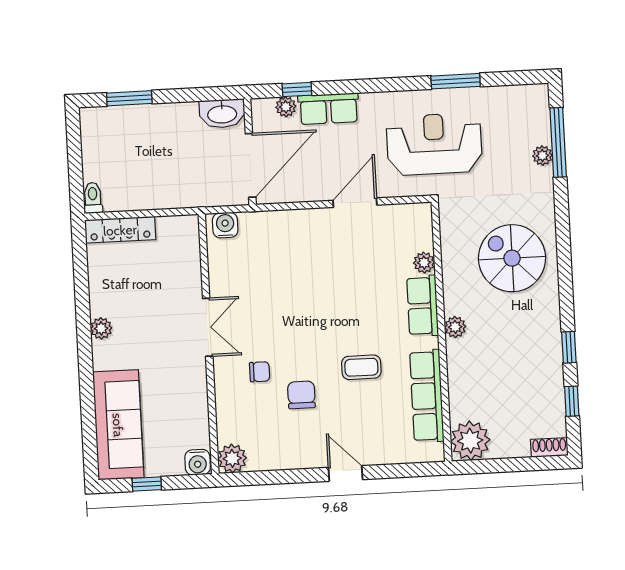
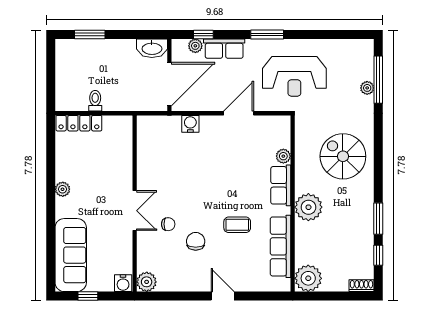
window: (456, 81) -> (267, 35), moved
reception desk: (434, 144) -> (294, 76), turned 180
toilet: (93, 198) -> (95, 101), moved
water cooler: (225, 225) -> (190, 124), moved
double door: (208, 327) -> (135, 211), moved
plant: (455, 327) -> (308, 207), width x1.87, depth x1.87
window: (569, 347) -> (378, 219), width x1.50

